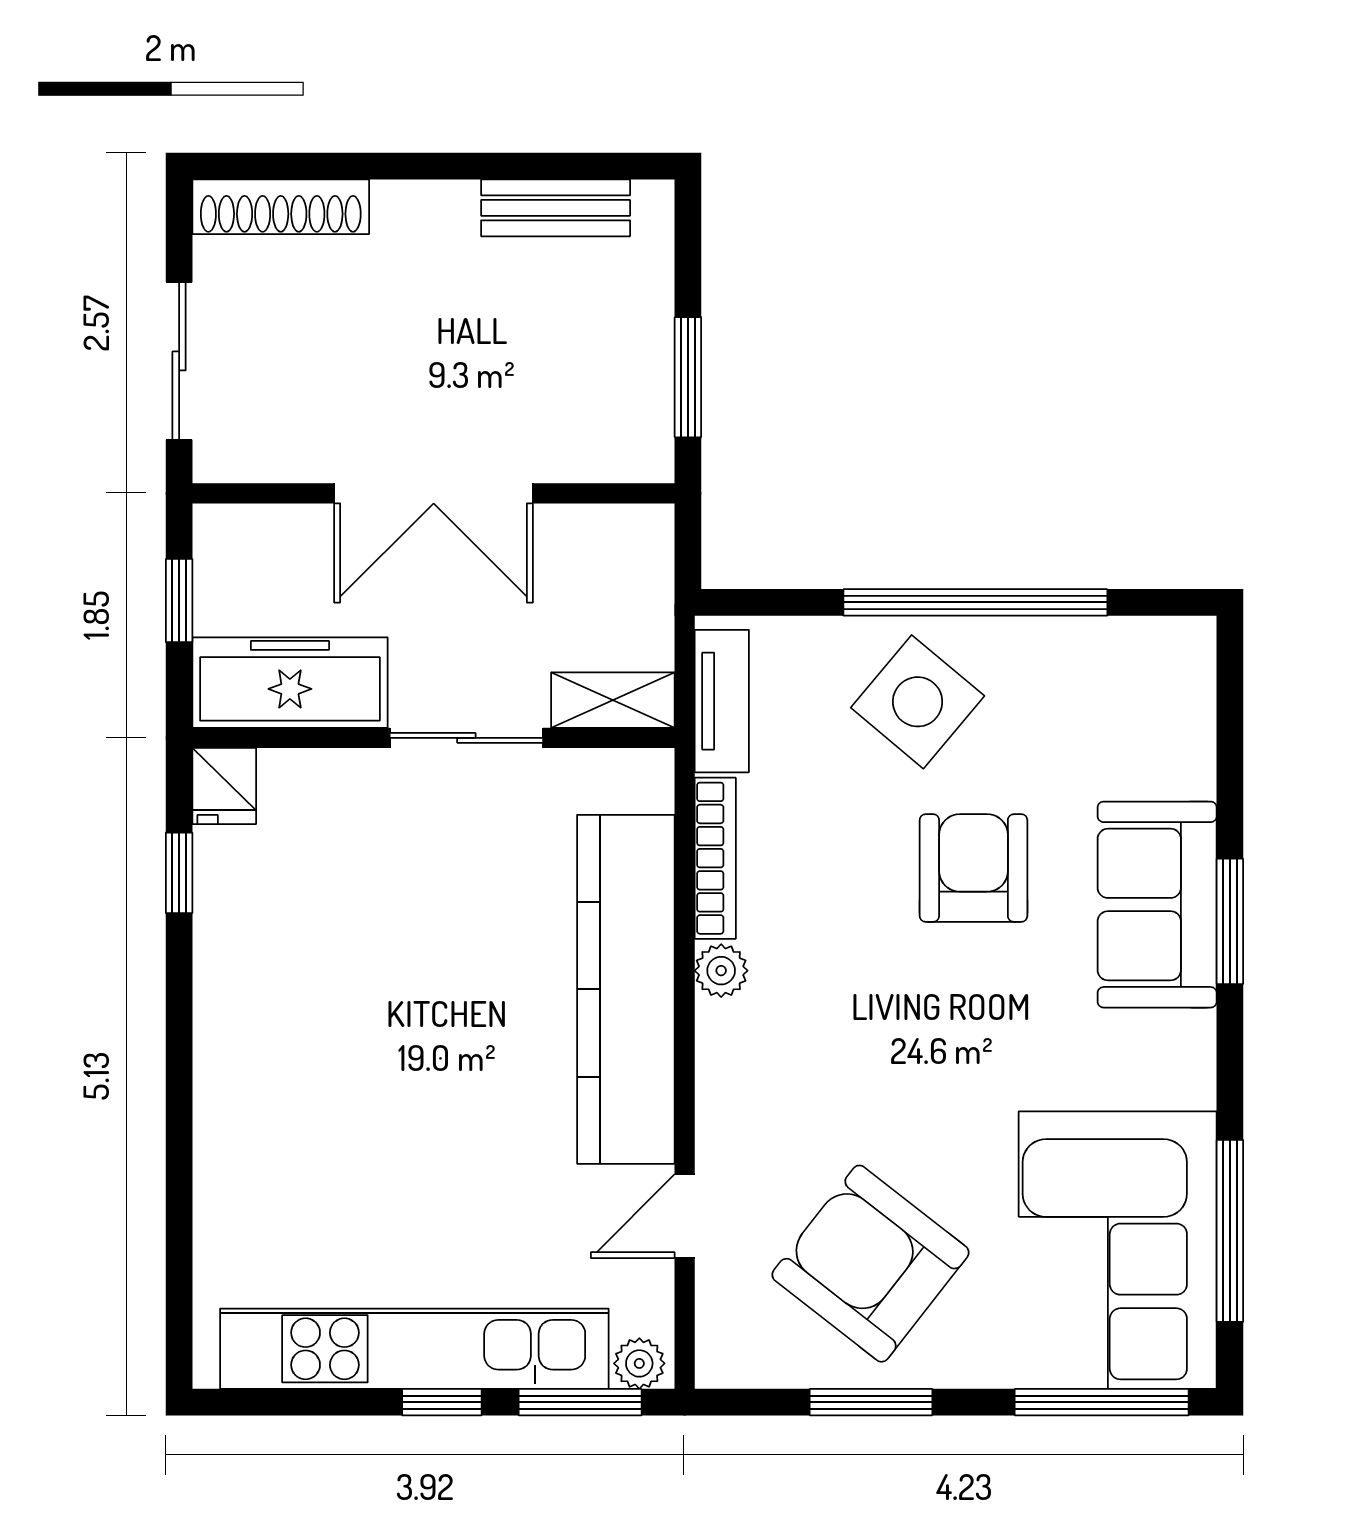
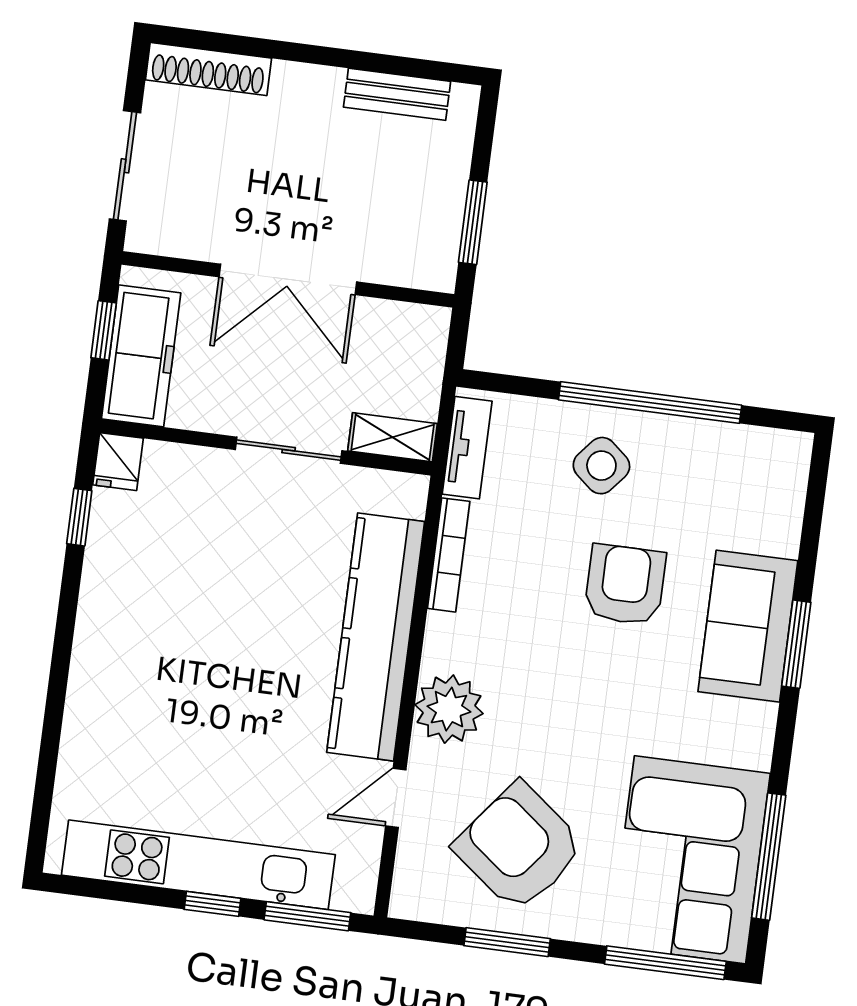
freezer: (290, 683) -> (141, 356), moved, turned 90
side table: (918, 702) -> (601, 466), width x0.73, depth x0.73
plant: (721, 971) -> (449, 709), moved, width x1.88, depth x1.88
plant: (639, 1363) -> (351, 895), removed

